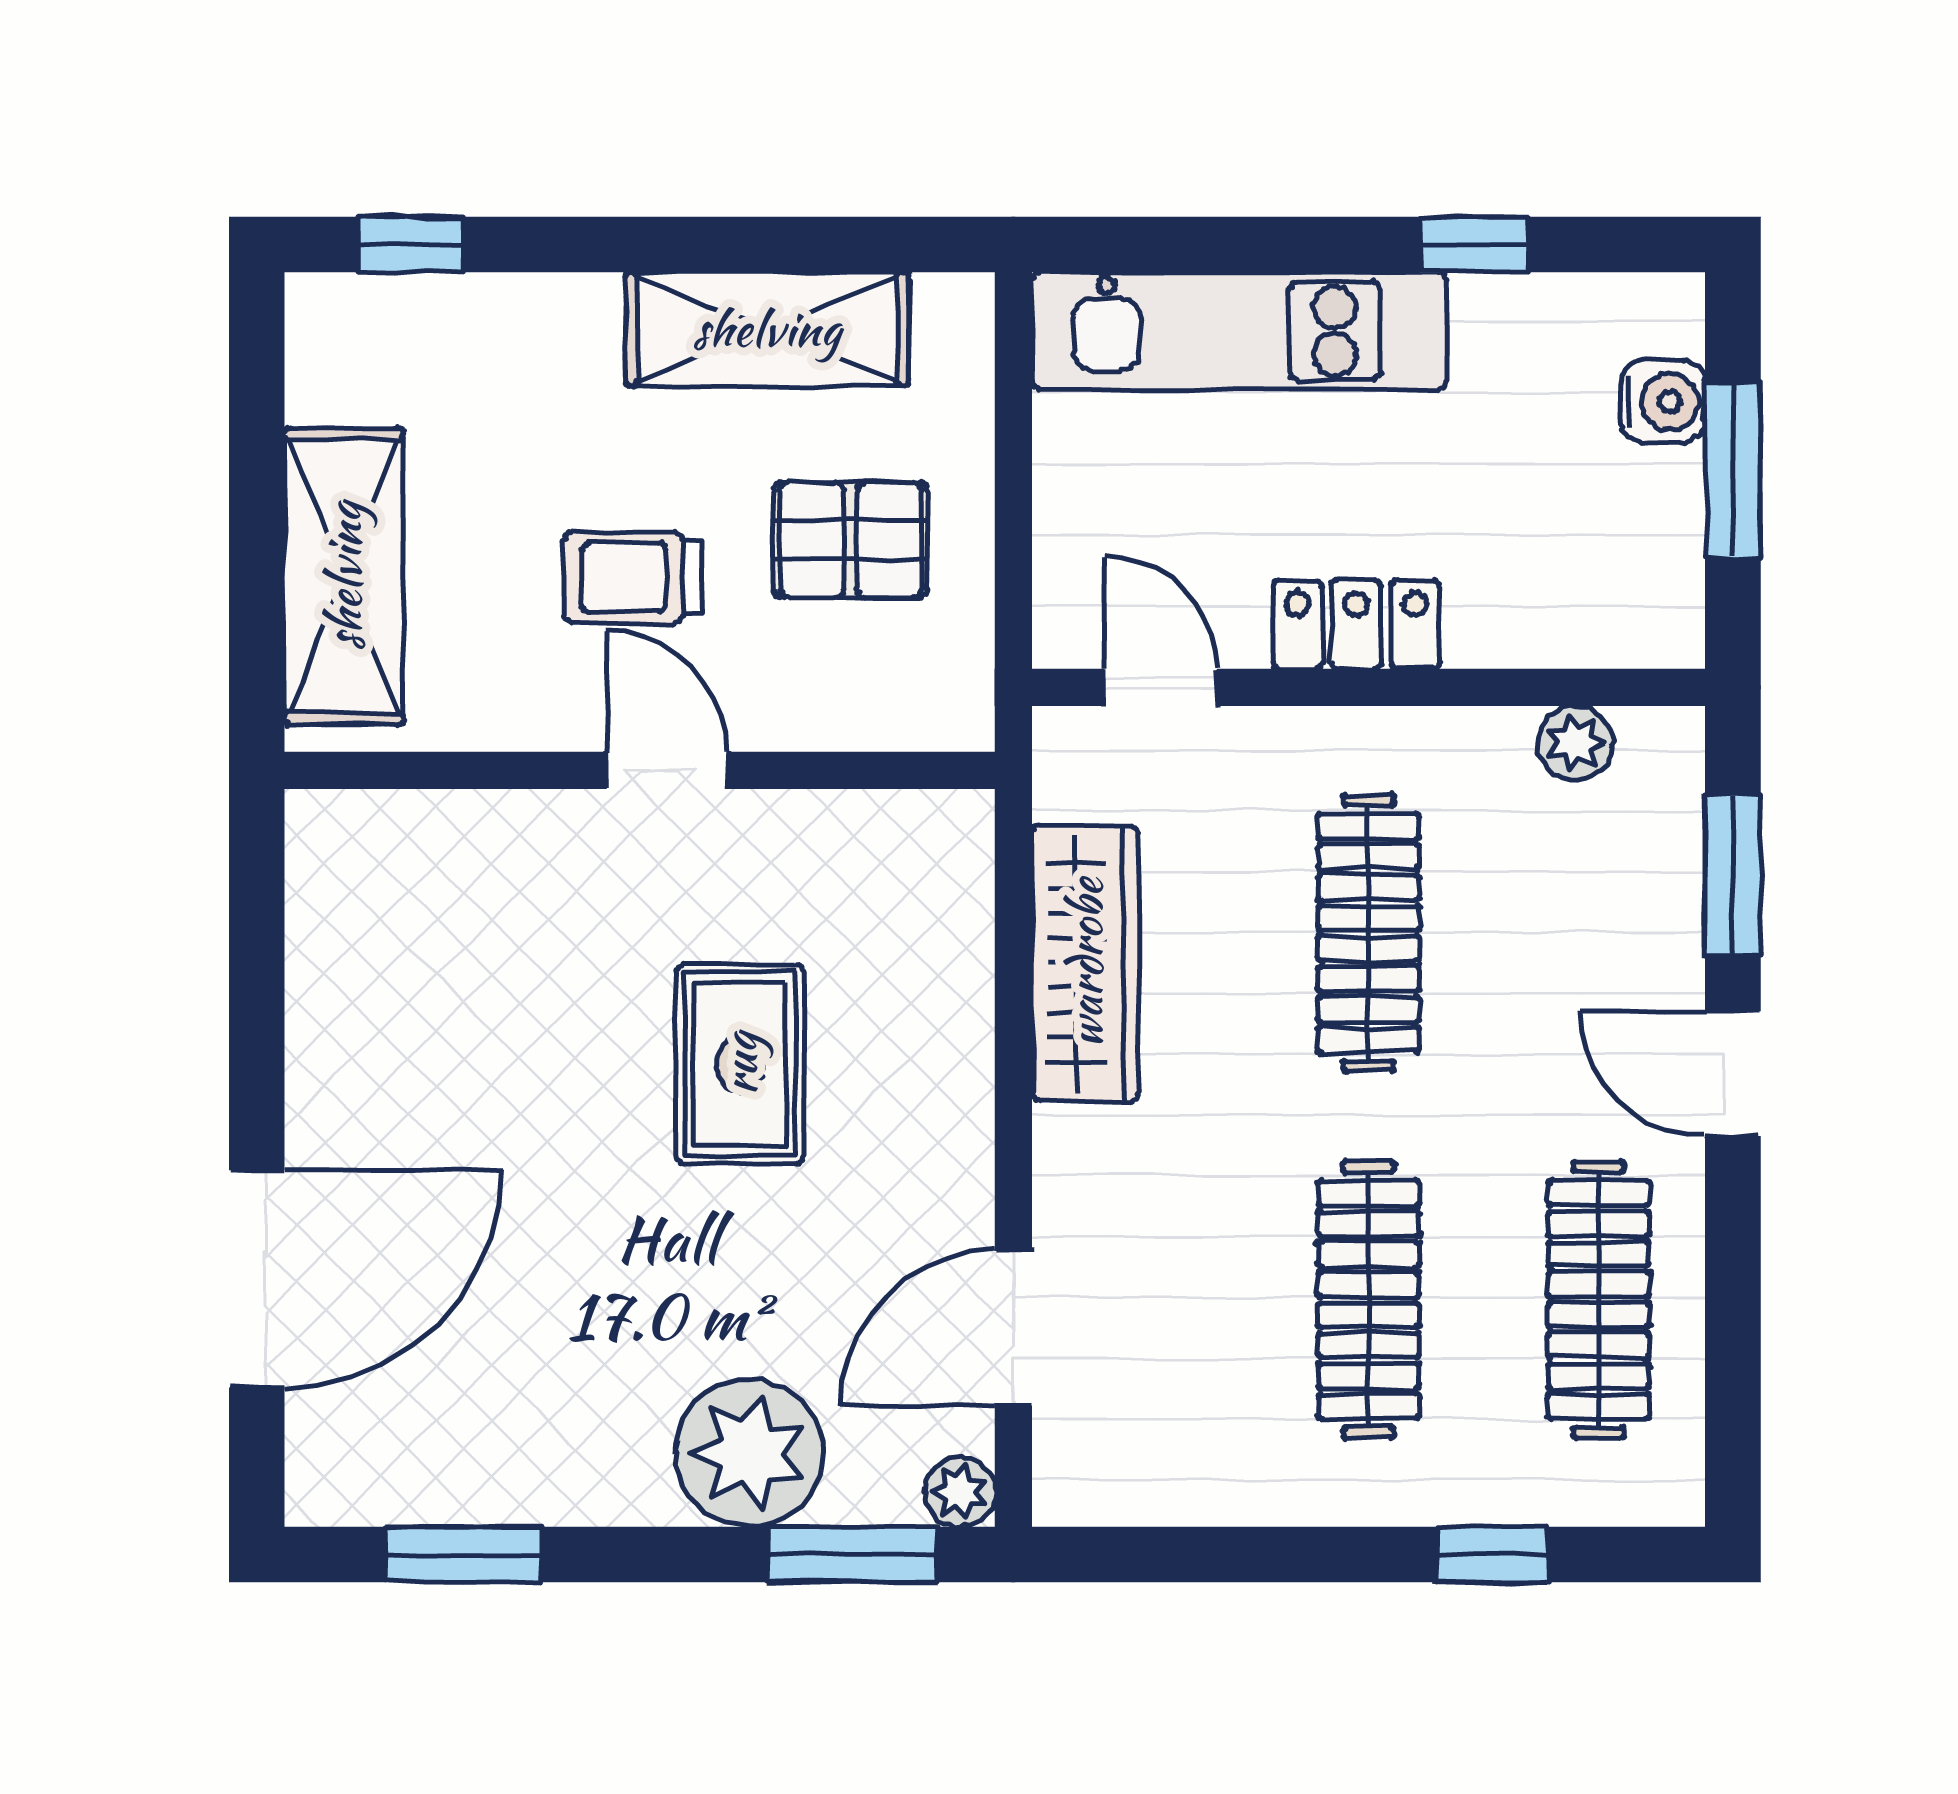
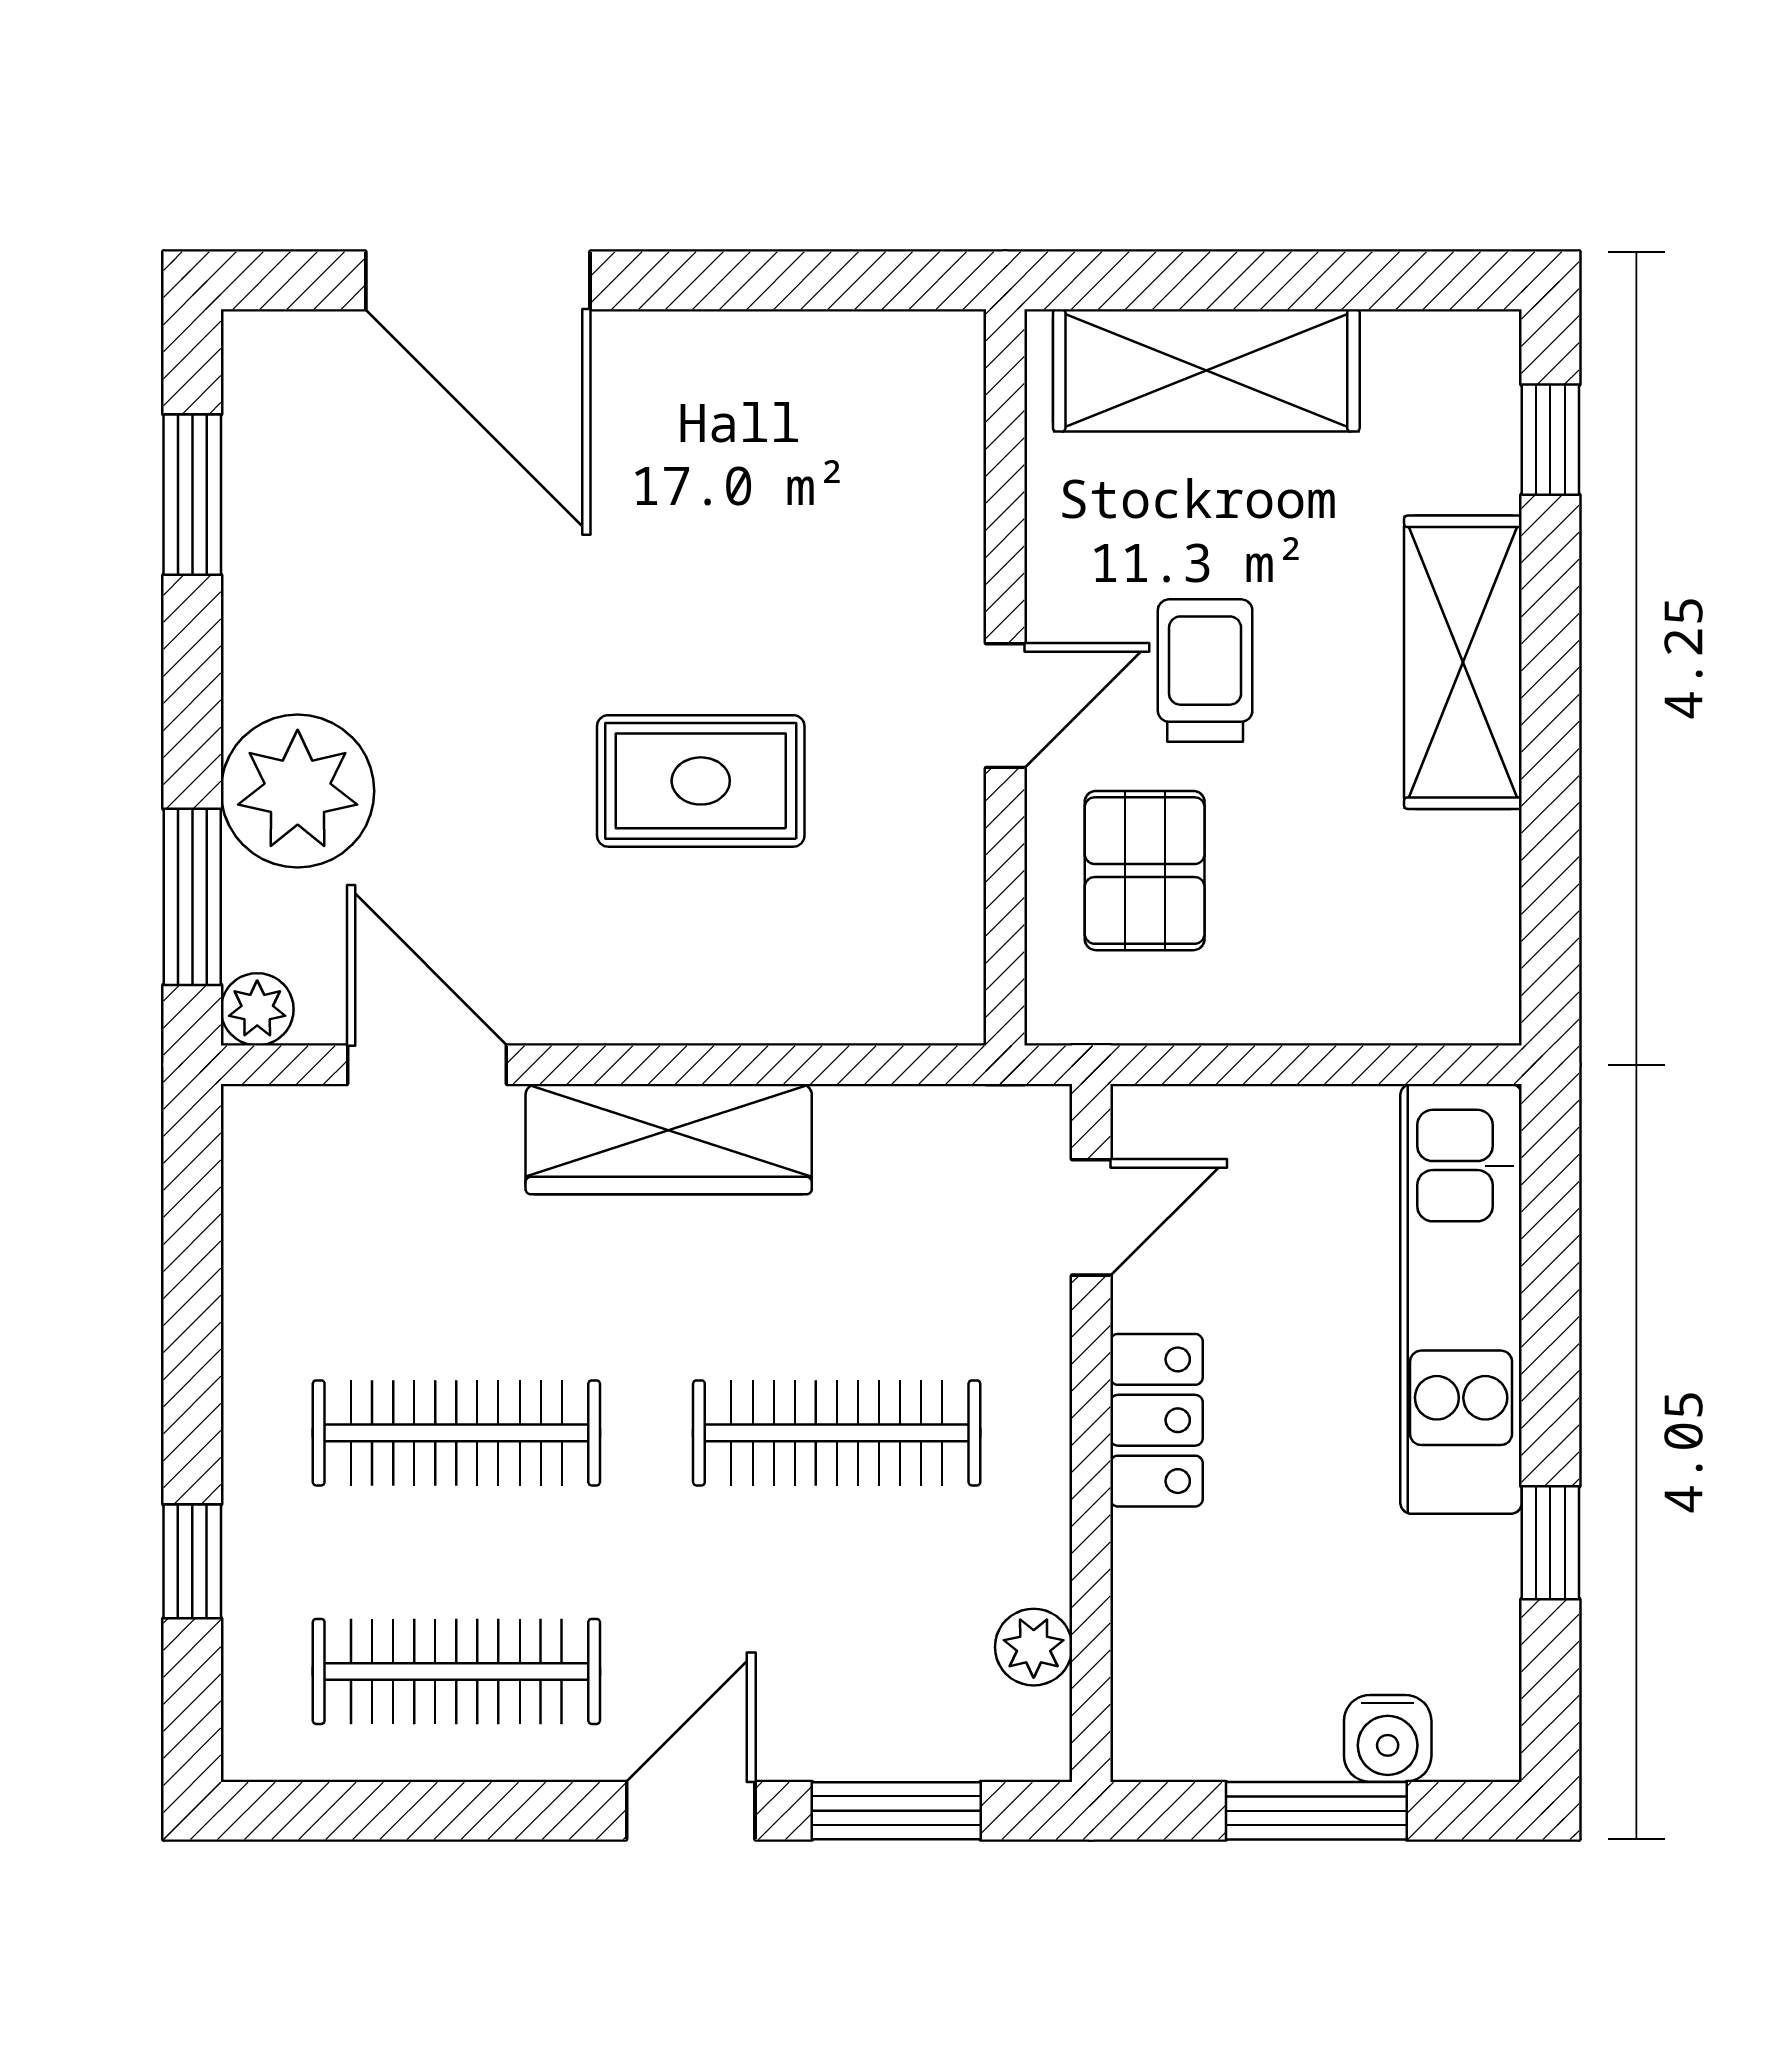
shelving: (767, 329) -> (1463, 662), moved
pallet: (851, 540) -> (1145, 871), moved
wardrobe: (1085, 963) -> (669, 1139), moved

